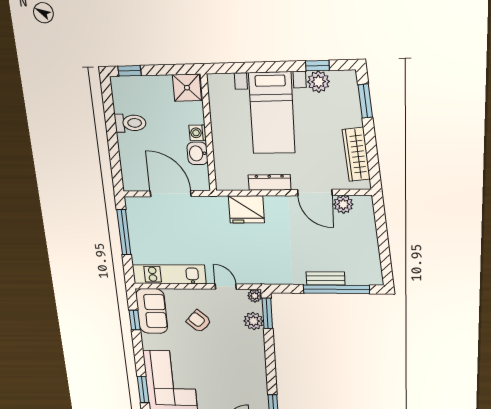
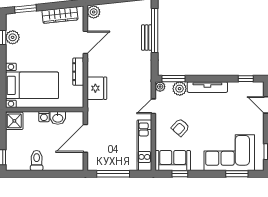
bed with nightstands: (272, 113) -> (32, 85), moved
plant: (343, 204) -> (94, 12), moved
tv unit: (258, 356) -> (207, 87), added

